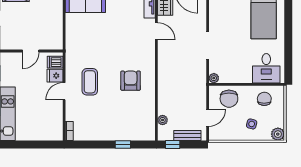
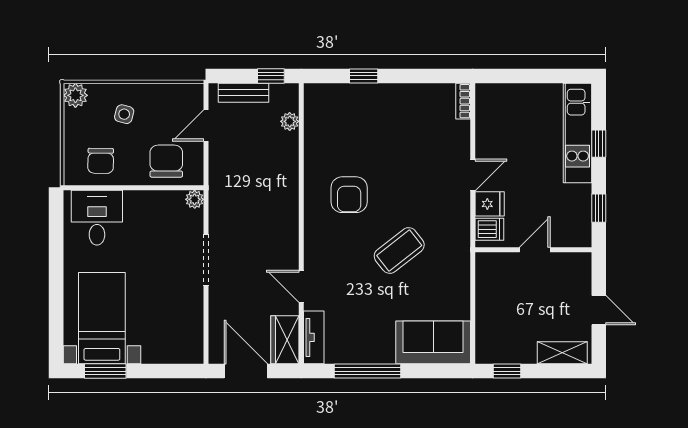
coffee table: (90, 82) -> (399, 251), moved, turned 52

